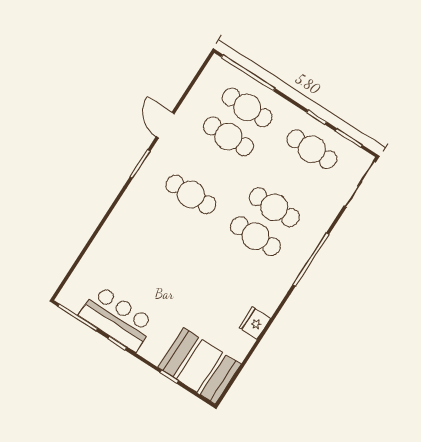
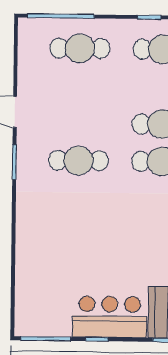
cafe table: (228, 136) -> (79, 86), removed
bar counter: (117, 318) -> (110, 317), moved

